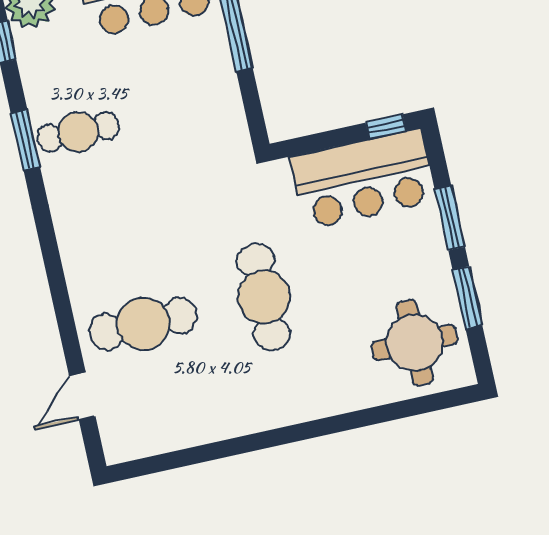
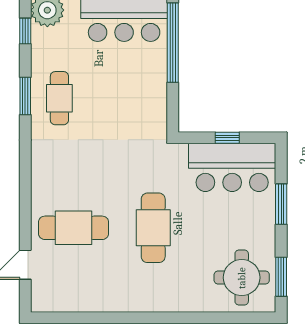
window: (386, 127) -> (227, 138), moved
cafe table: (78, 132) -> (59, 98), turned 90
window: (467, 297) -> (281, 277), moved

